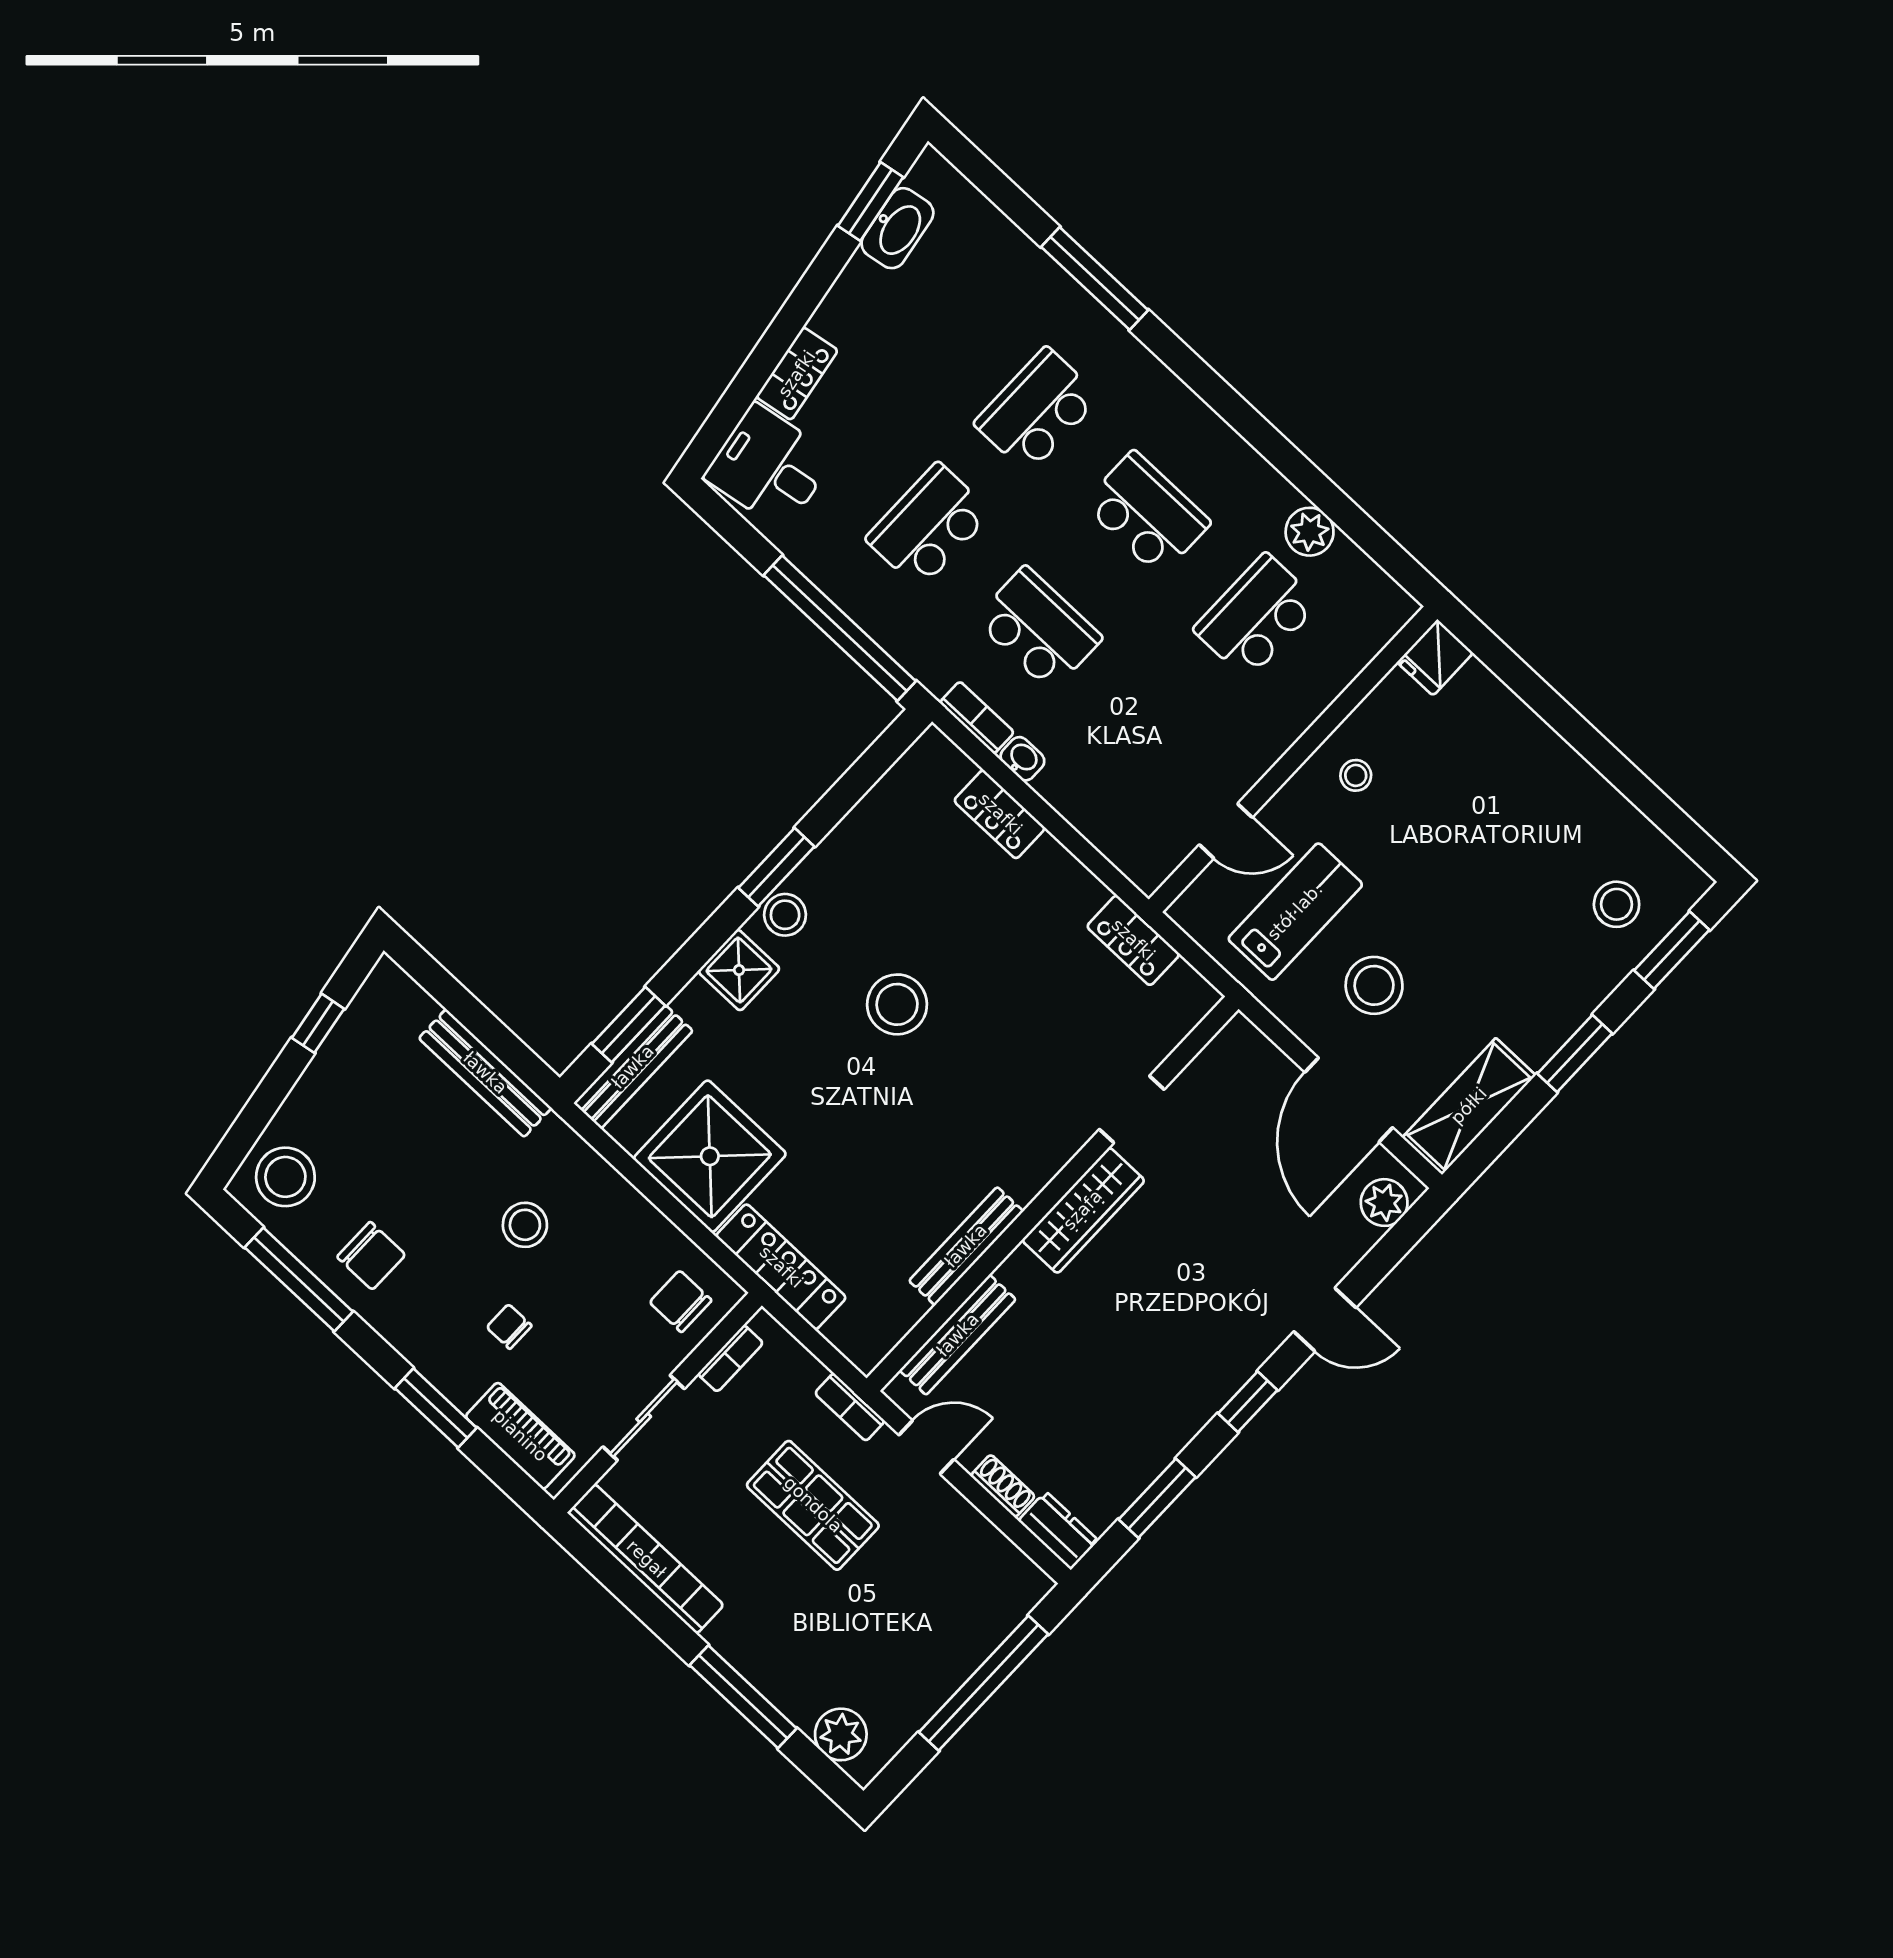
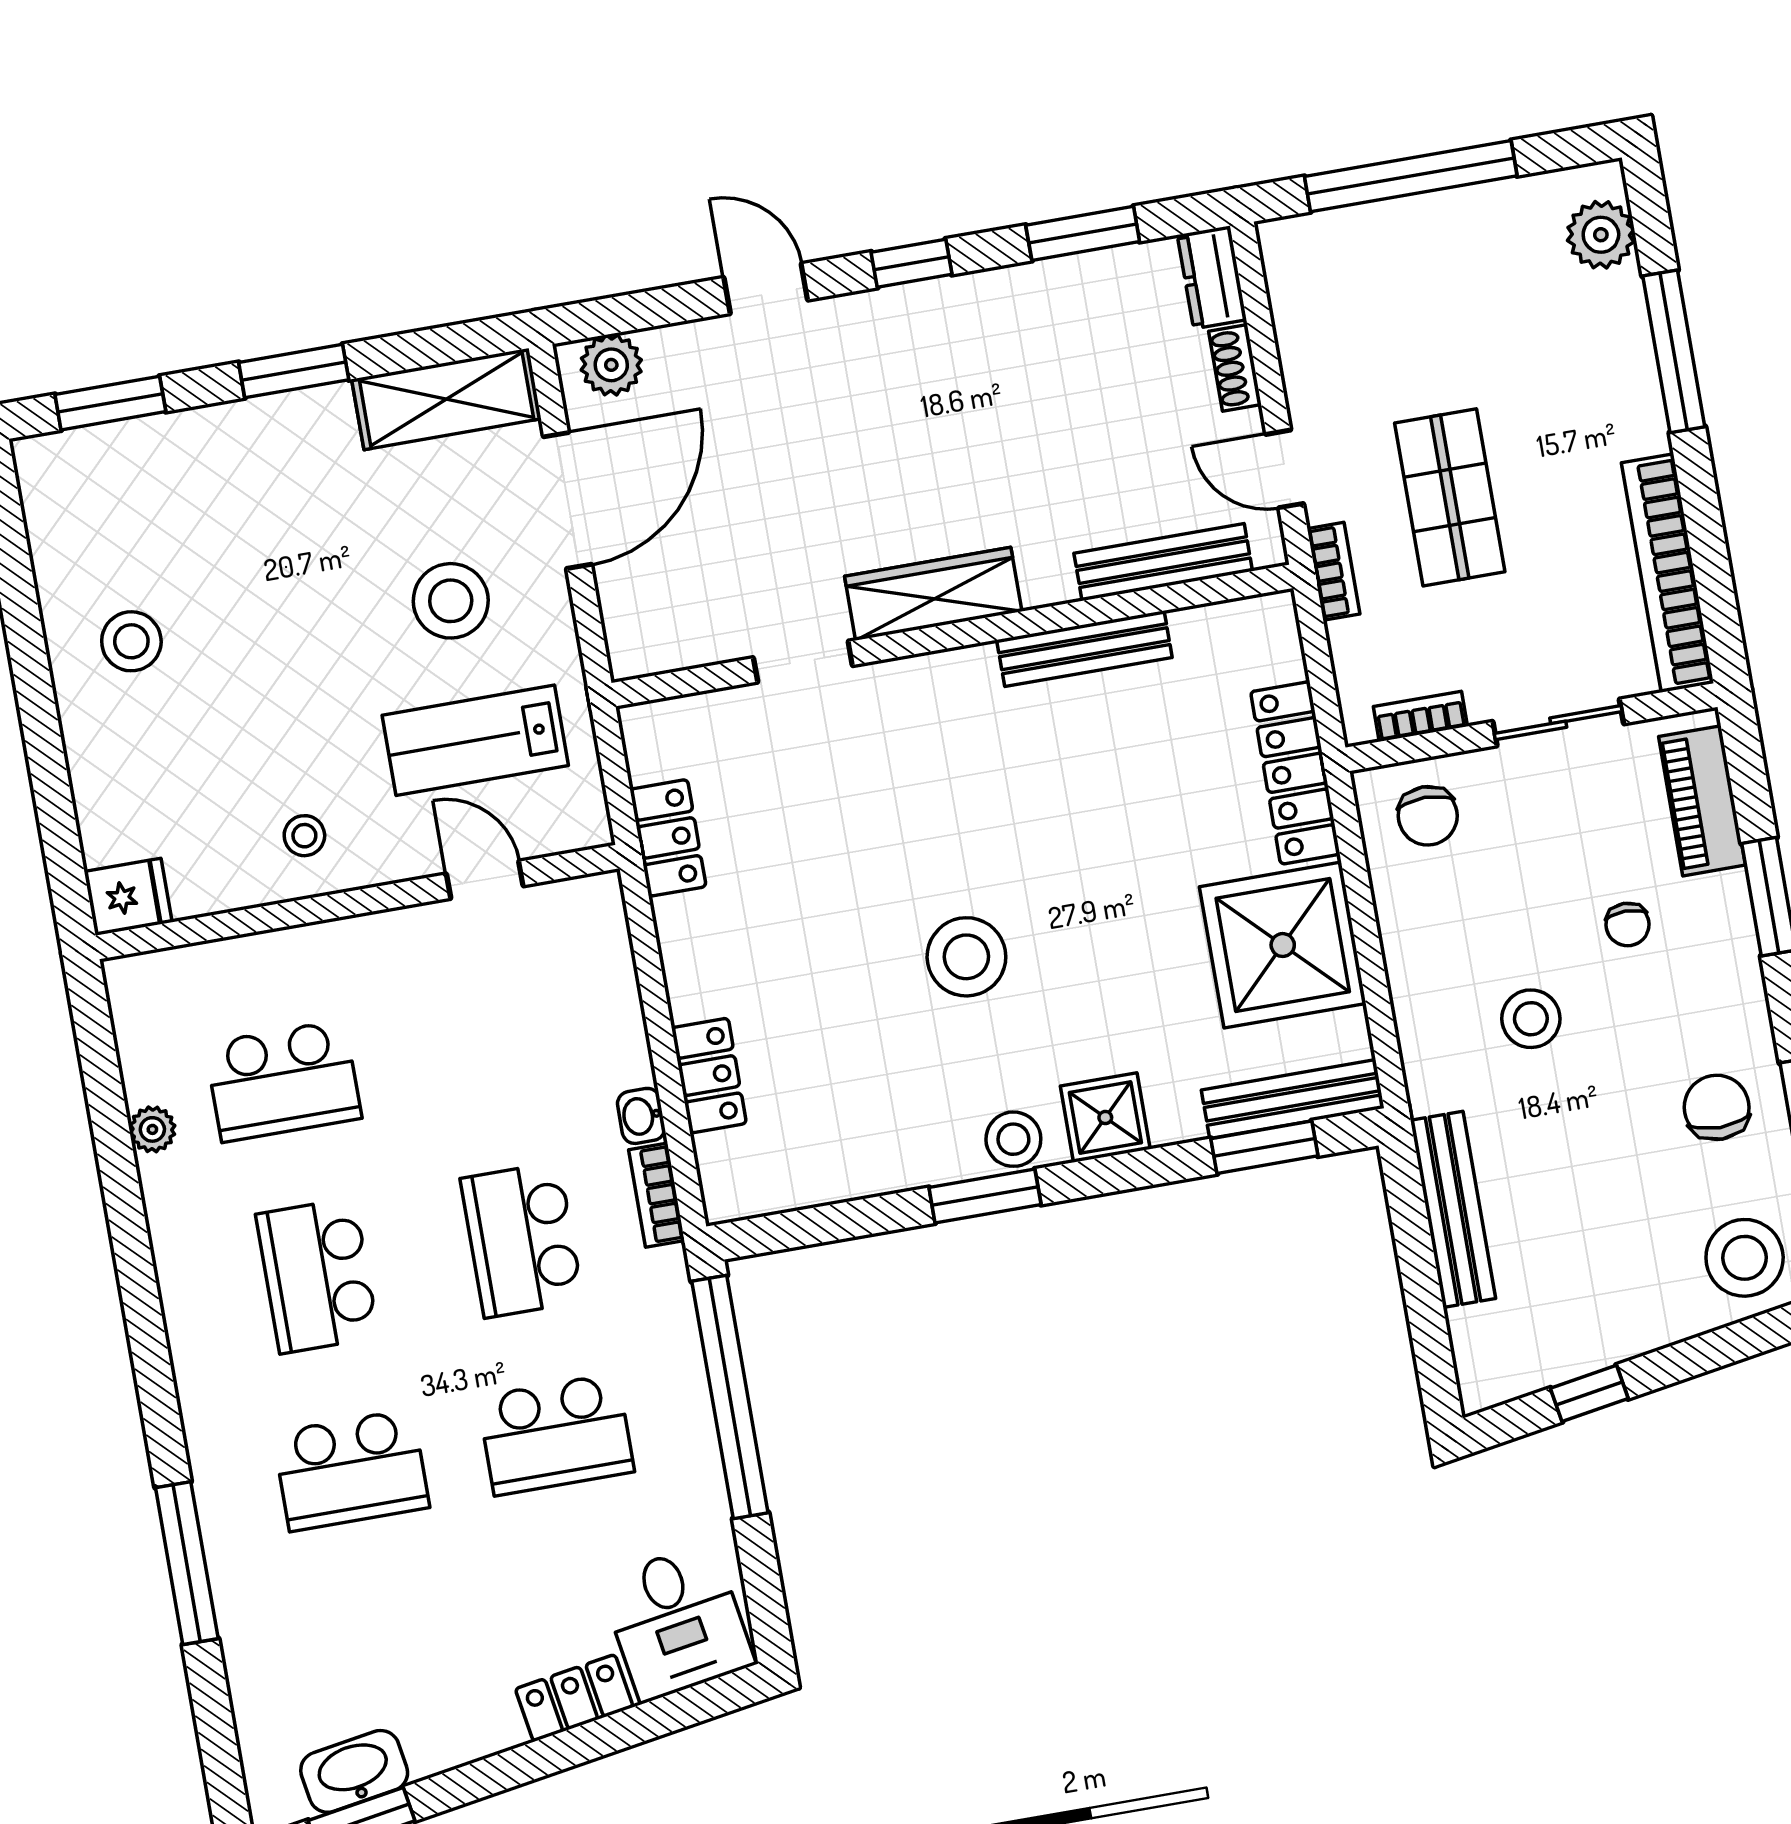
plant: (1310, 532) -> (152, 1129), width x0.73, depth x0.73
stool: (1617, 904) -> (131, 641), moved

